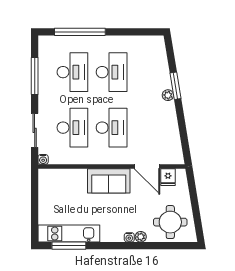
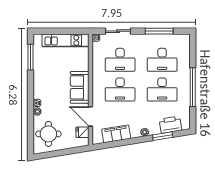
window: (80, 32) -> (193, 87), moved
printer: (158, 61) -> (170, 125), added
window: (175, 86) -> (163, 136), moved
filing cabinet: (170, 133) -> (116, 134), added
door: (147, 167) -> (91, 116), hinge flipped
kitchen unit: (69, 234) -> (66, 40), moved, turned 90

